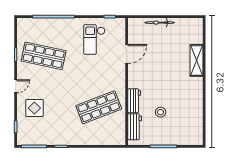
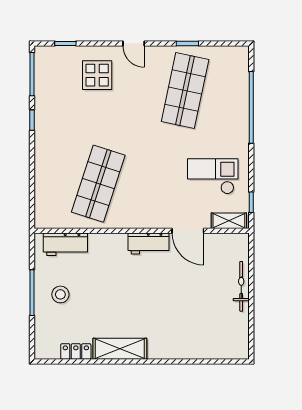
shelving: (121, 30) -> (229, 221), added
shelving: (197, 60) -> (120, 349), moved
workbench: (134, 101) -> (148, 243), moved
shop shelf: (99, 107) -> (98, 184), turned 39
stool: (161, 112) -> (60, 294), moved
locker: (198, 121) -> (76, 351), added

